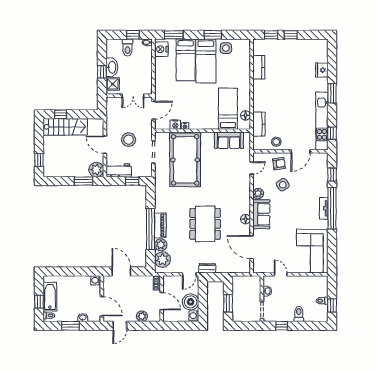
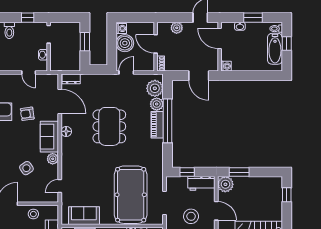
armchair: (279, 164) -> (27, 114), moved
dresser: (207, 268) -> (71, 79), moved

